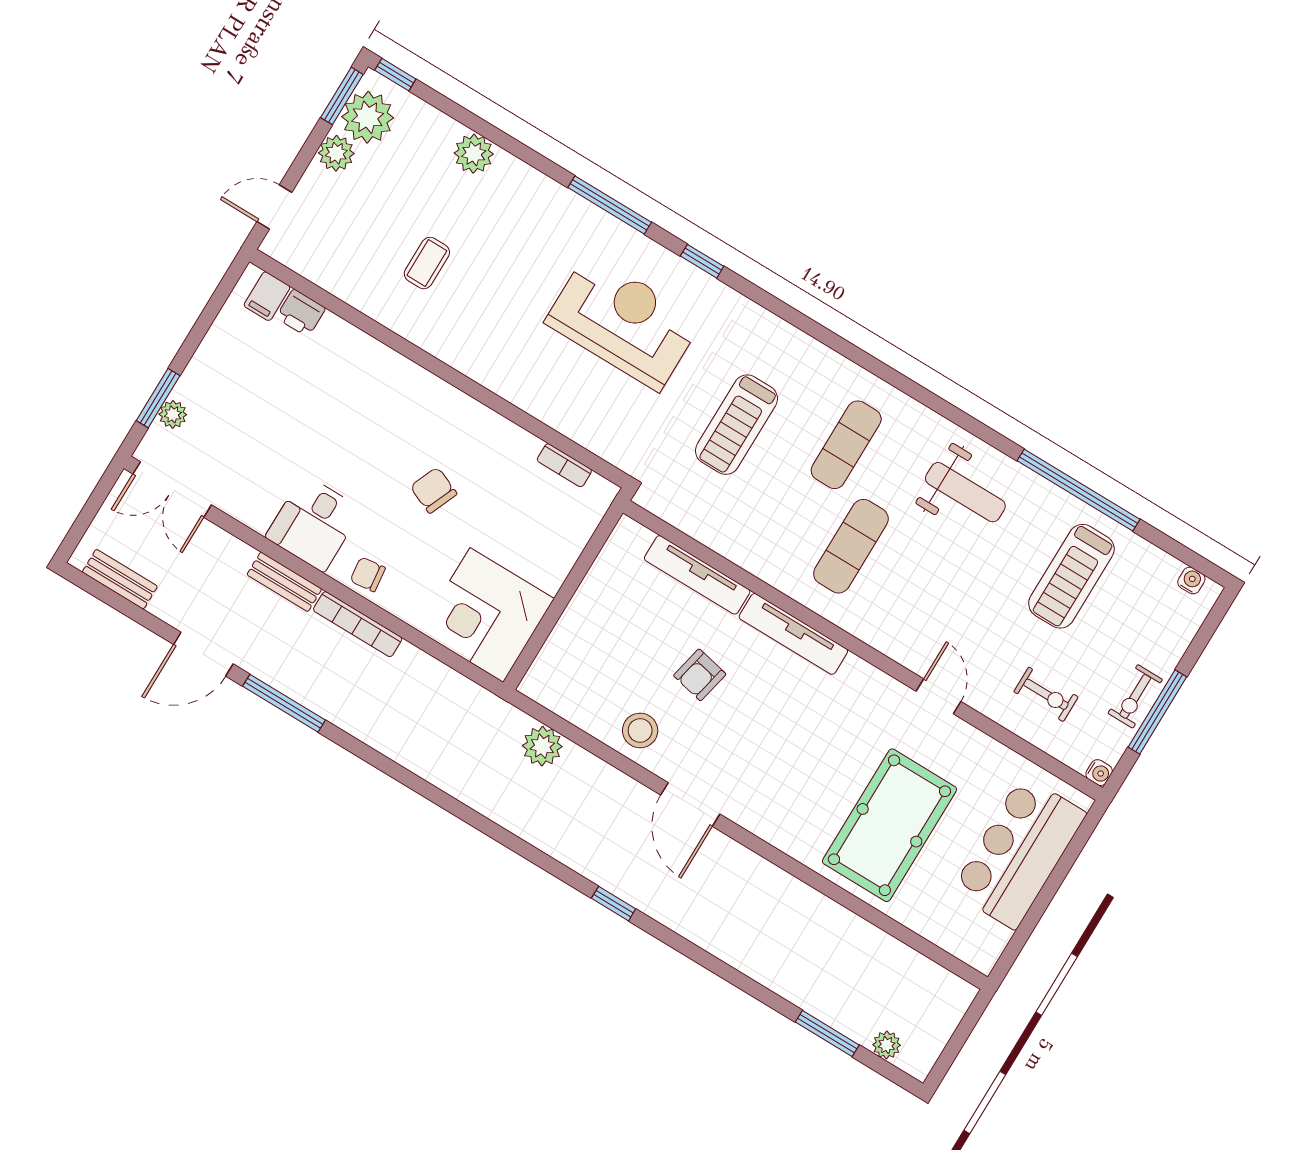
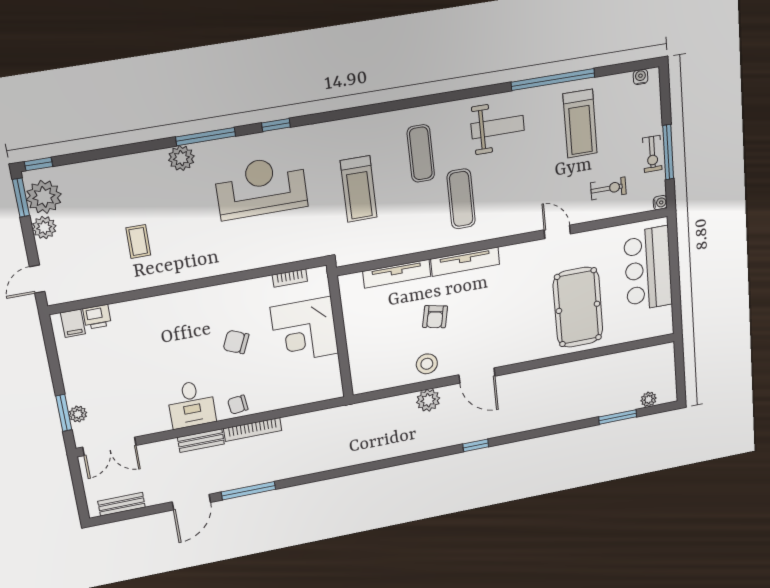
plant: (474, 154) -> (181, 158), moved
corner desk: (487, 615) -> (304, 330), moved
plant: (542, 746) -> (428, 400), moved

